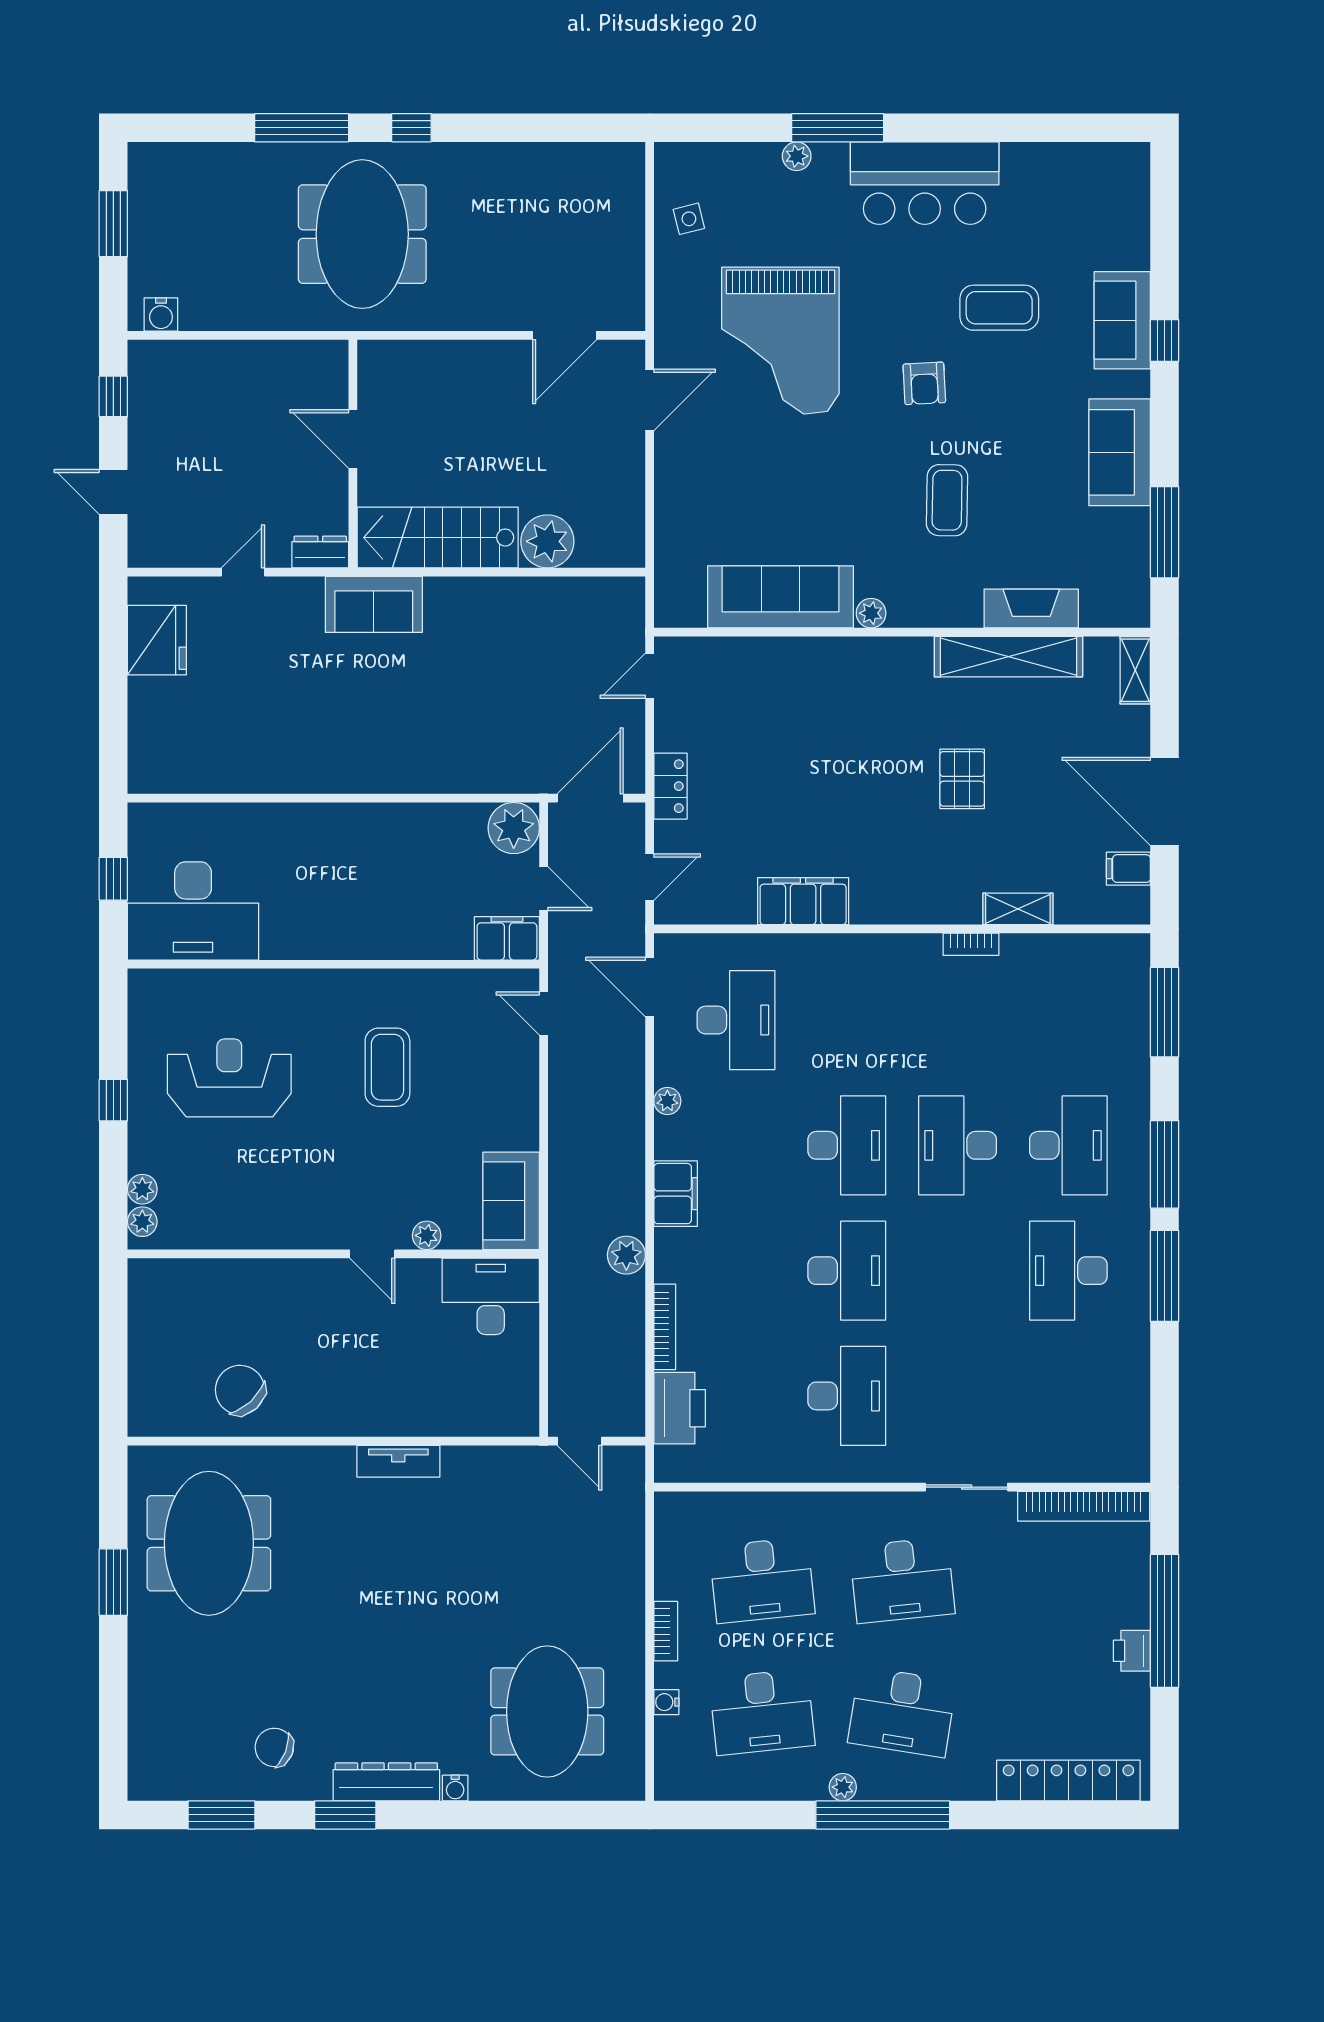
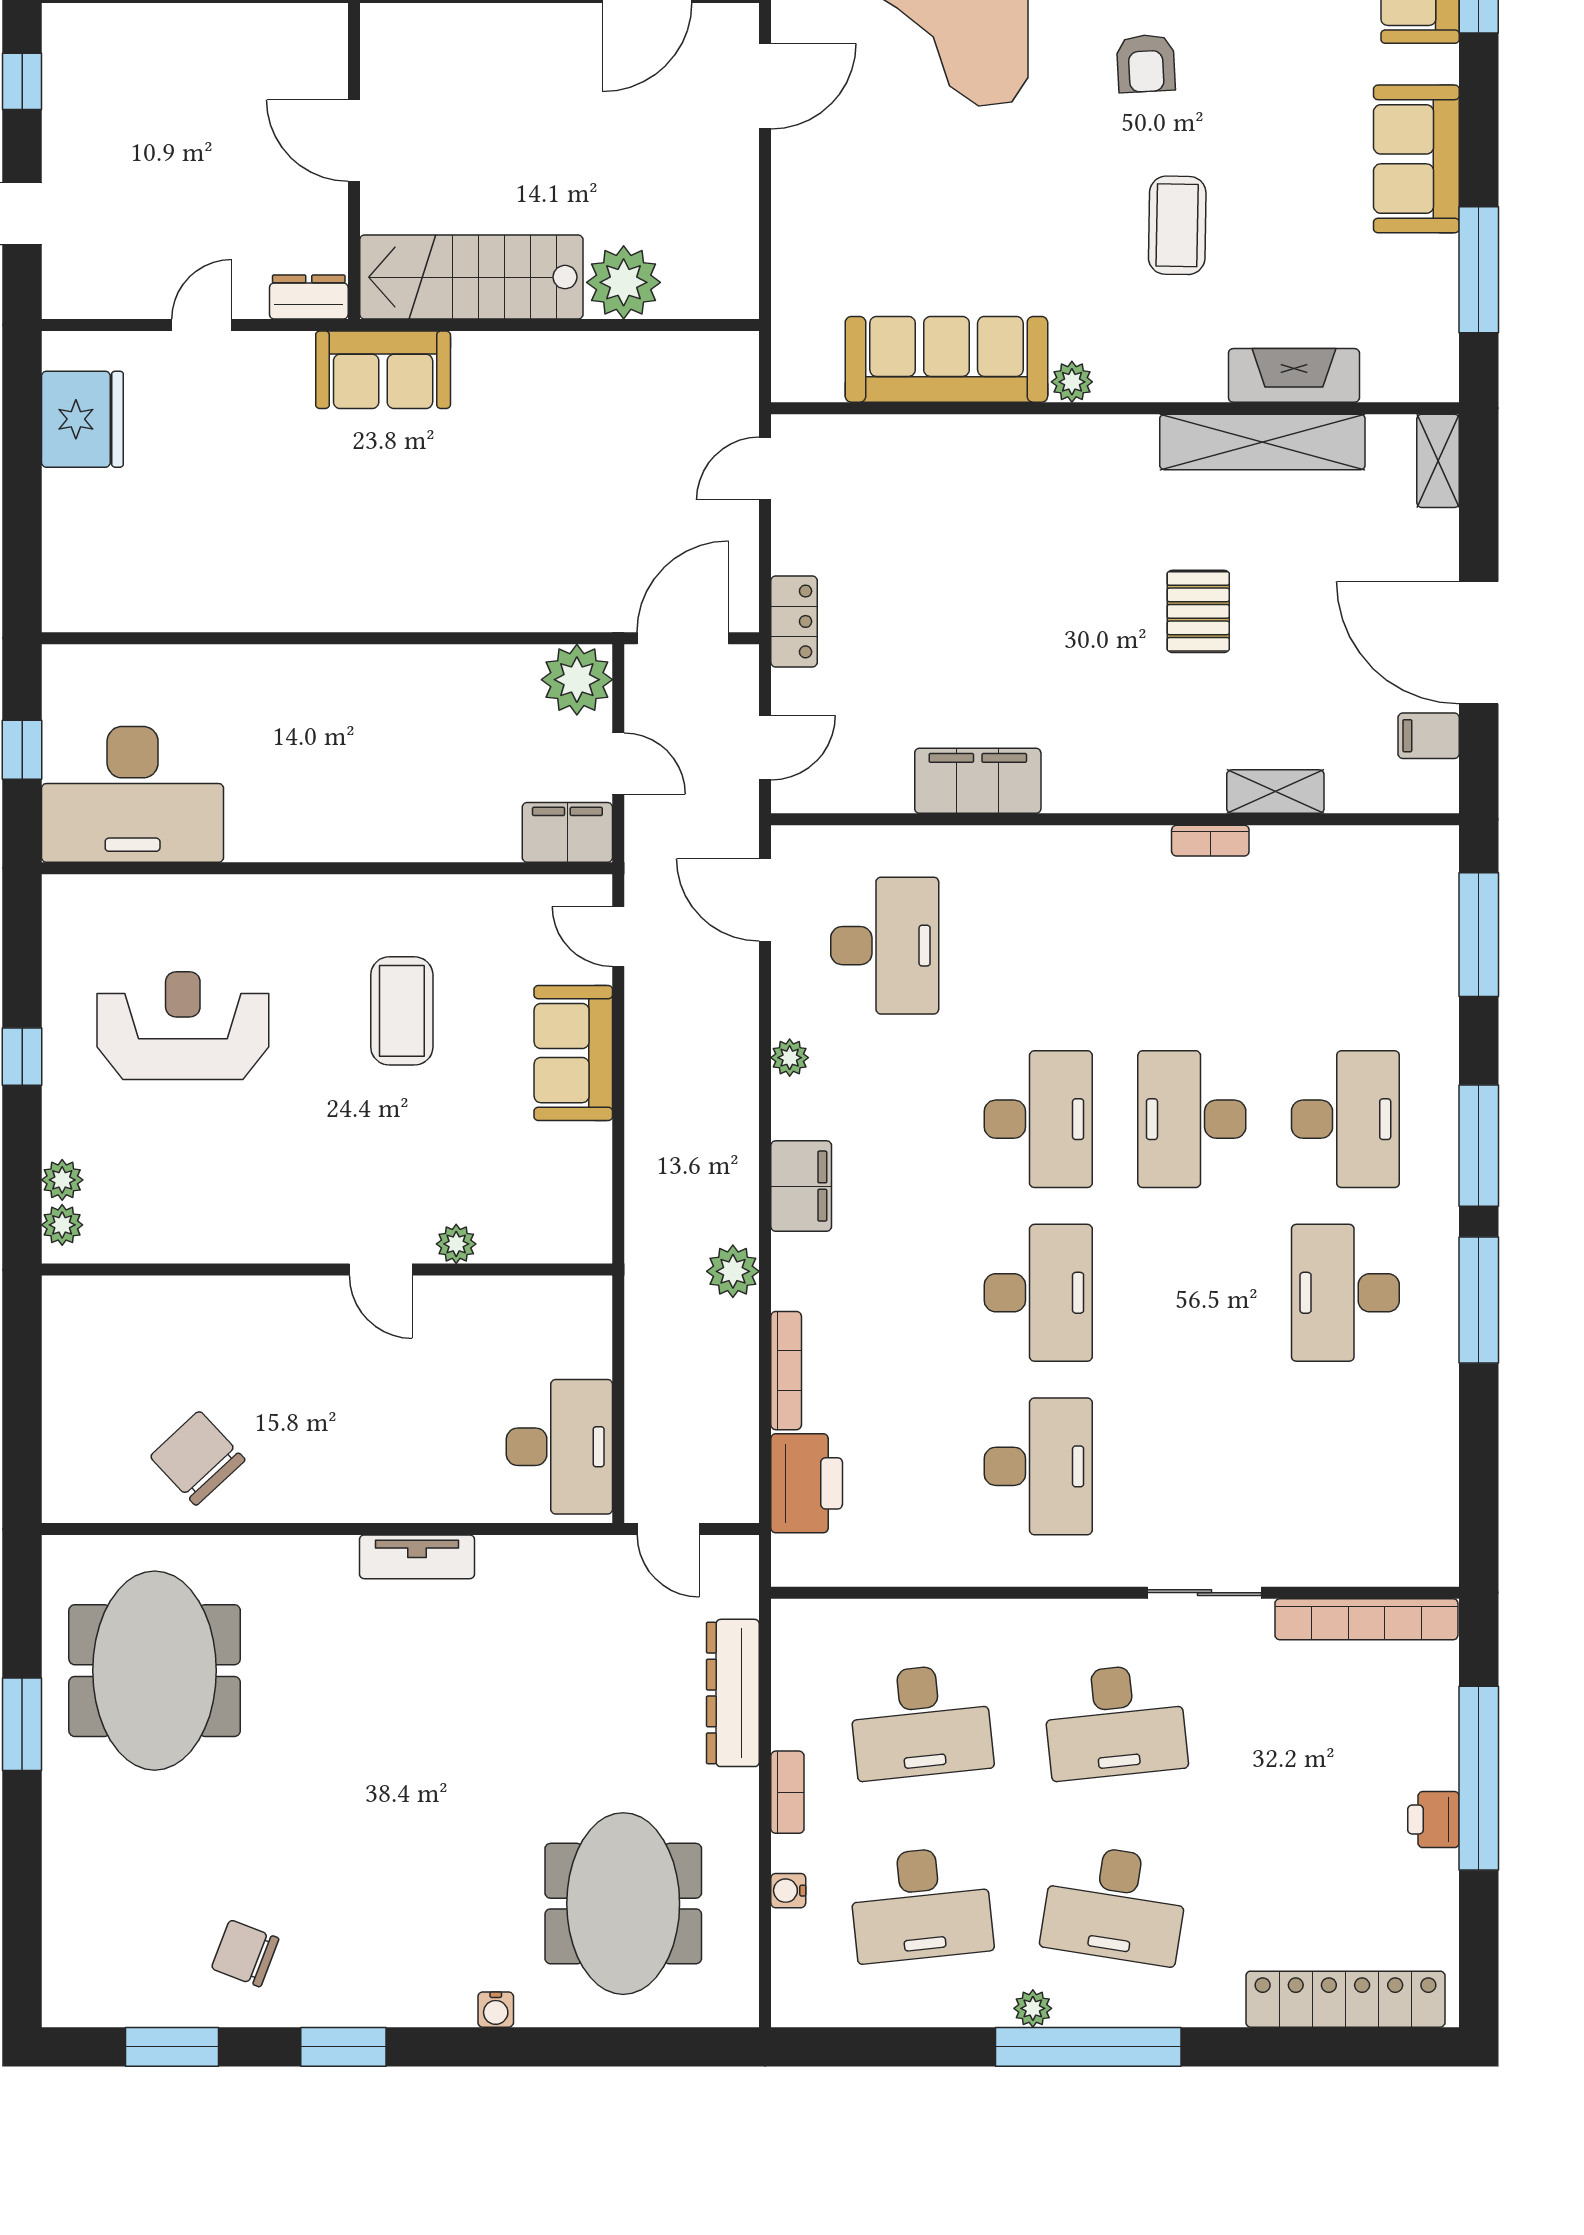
sofa: (511, 1201) -> (573, 1053), moved
desk: (491, 1296) -> (559, 1447), moved, turned 90
dresser: (386, 1782) -> (733, 1693), moved, turned -90

